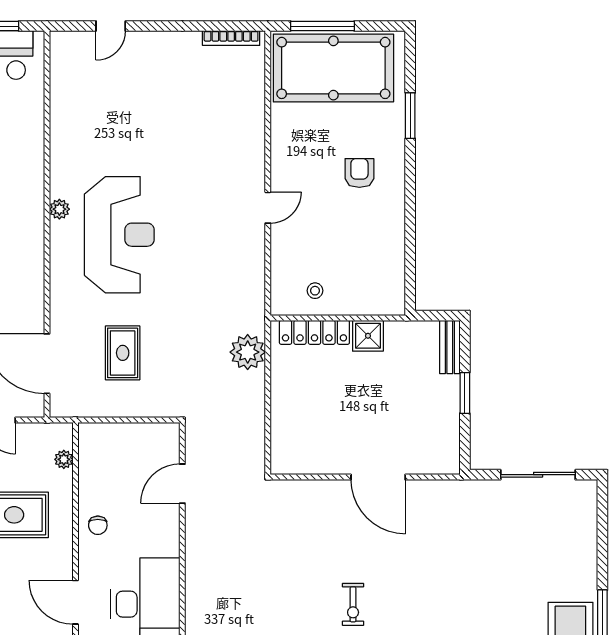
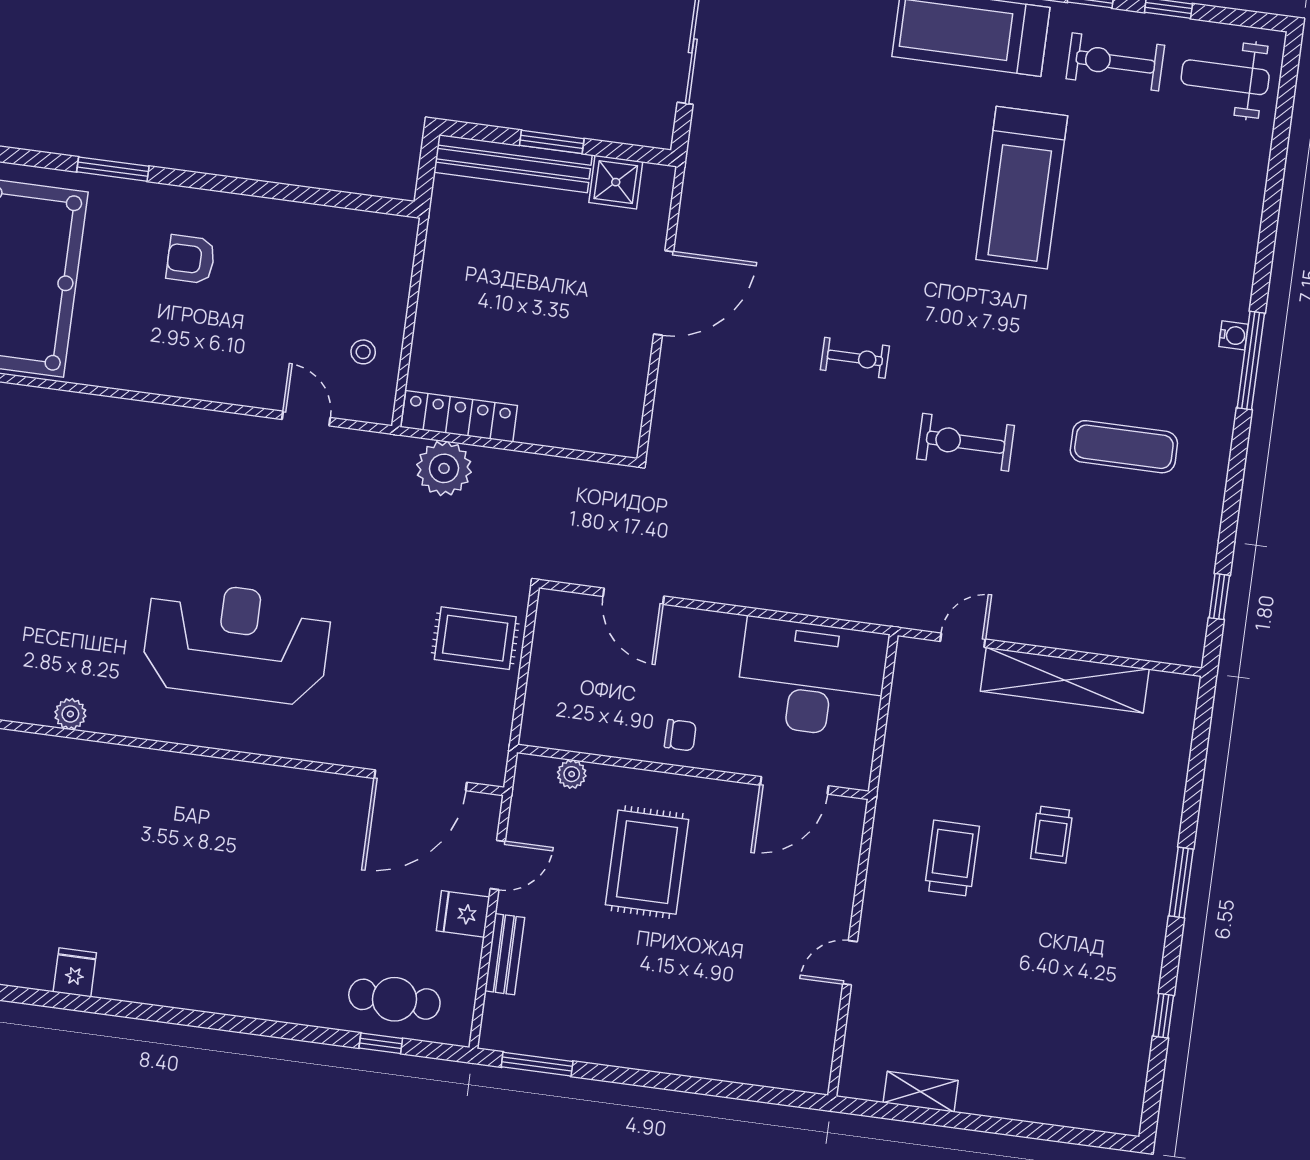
door: (268, 208) -> (306, 418), moved
plant: (59, 209) -> (70, 714), moved
locker: (314, 332) -> (459, 416), moved, turned -90
shower: (368, 336) -> (616, 182), moved
bench: (450, 347) -> (513, 164), width x1.86, depth x1.21
rug: (123, 353) -> (475, 638), moved

